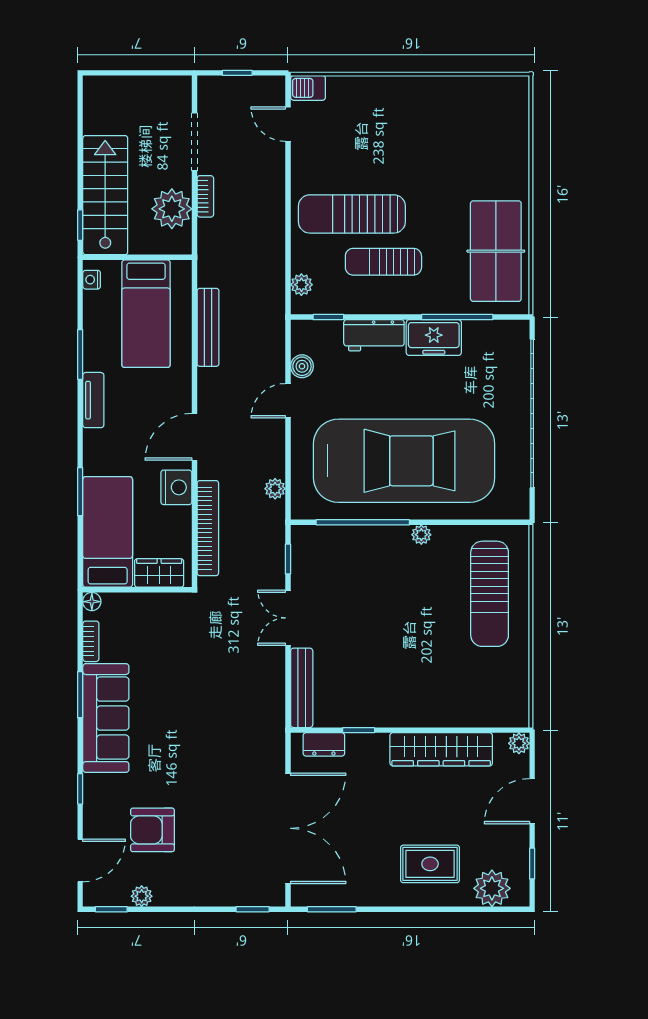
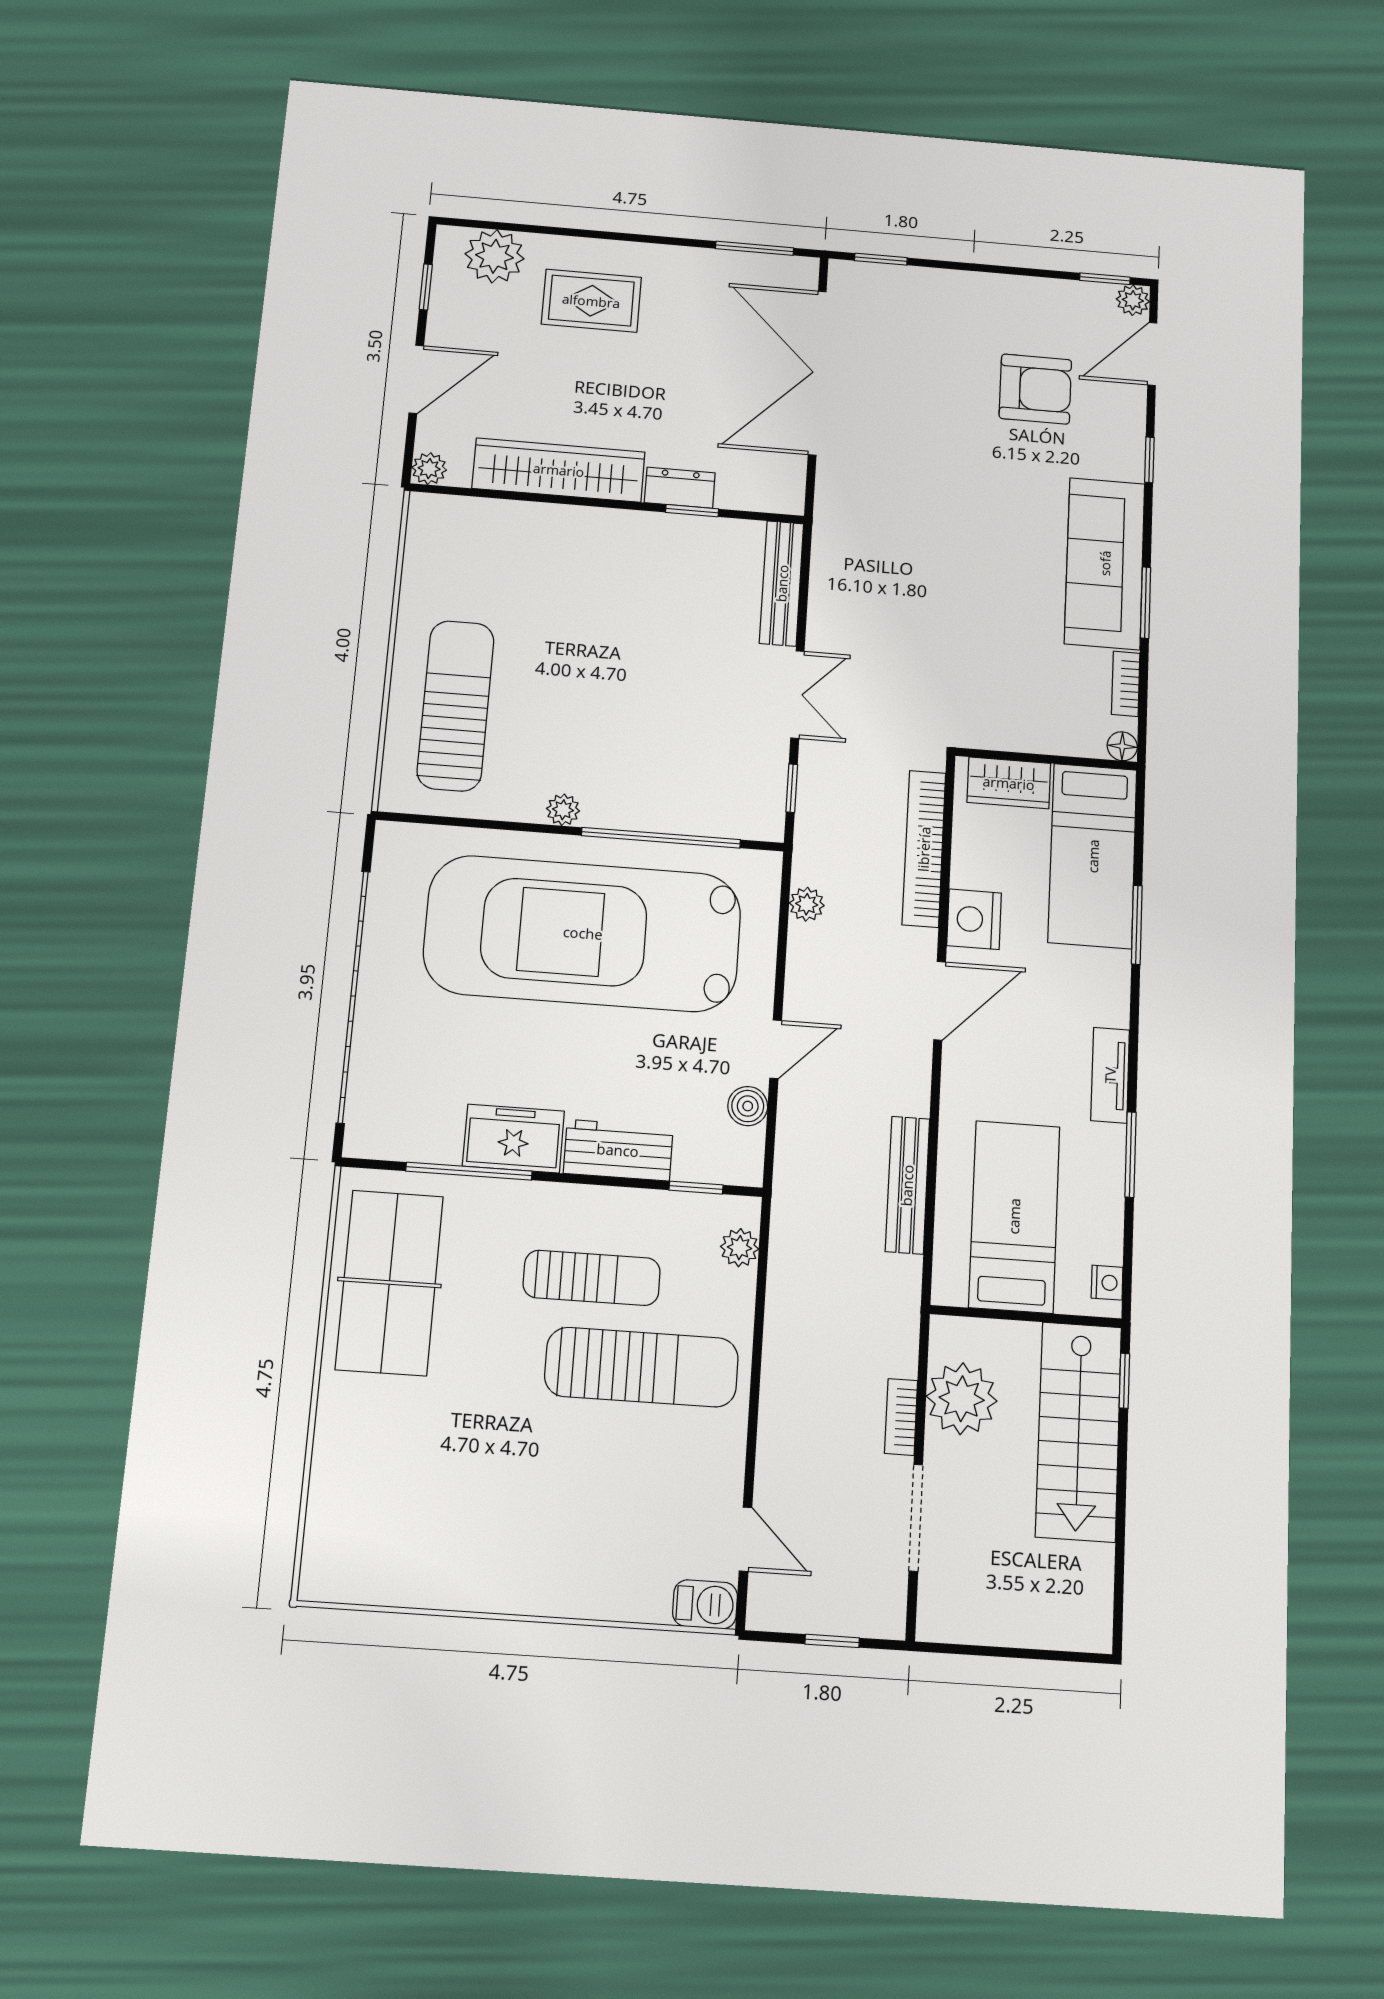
dresser: (324, 744) -> (680, 488), moved
plant: (142, 896) -> (1133, 300), moved

